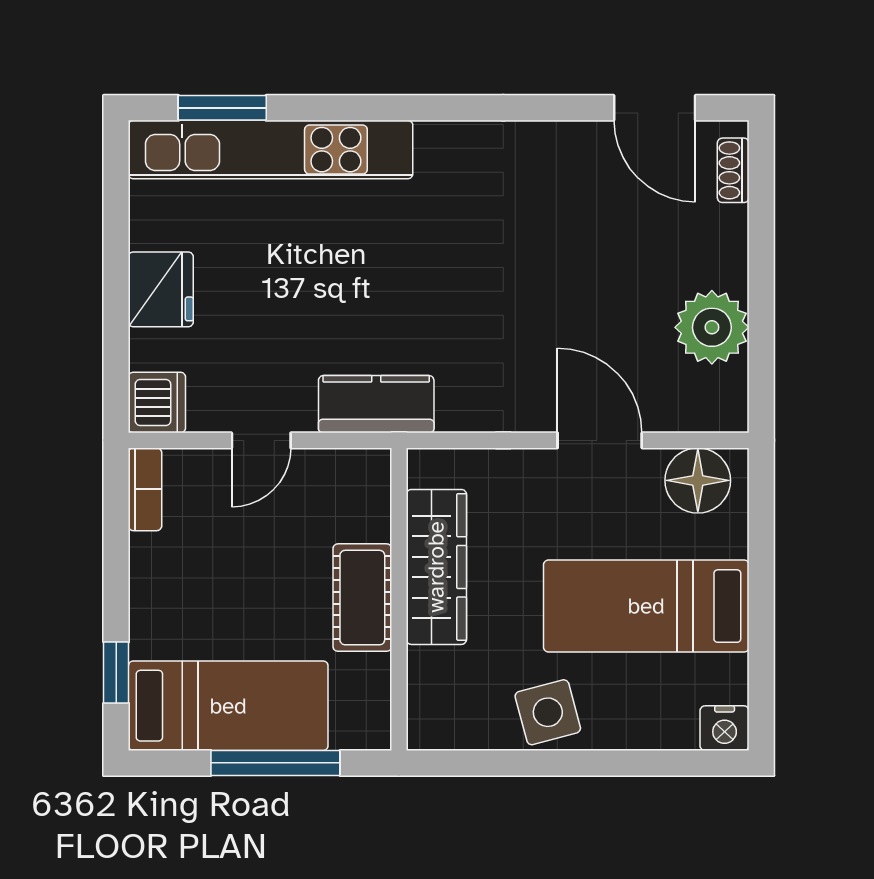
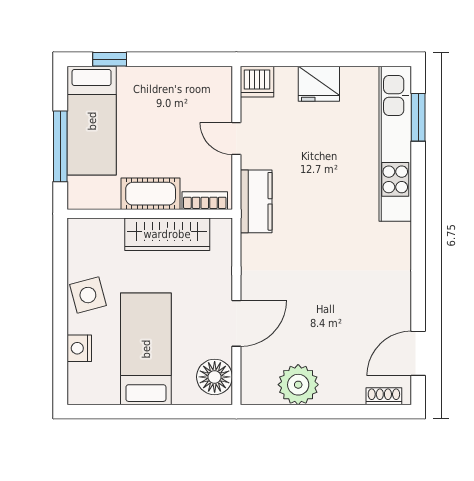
bookcase: (145, 489) -> (205, 201), moved, turned 180
nightstand: (725, 728) -> (79, 348), moved

